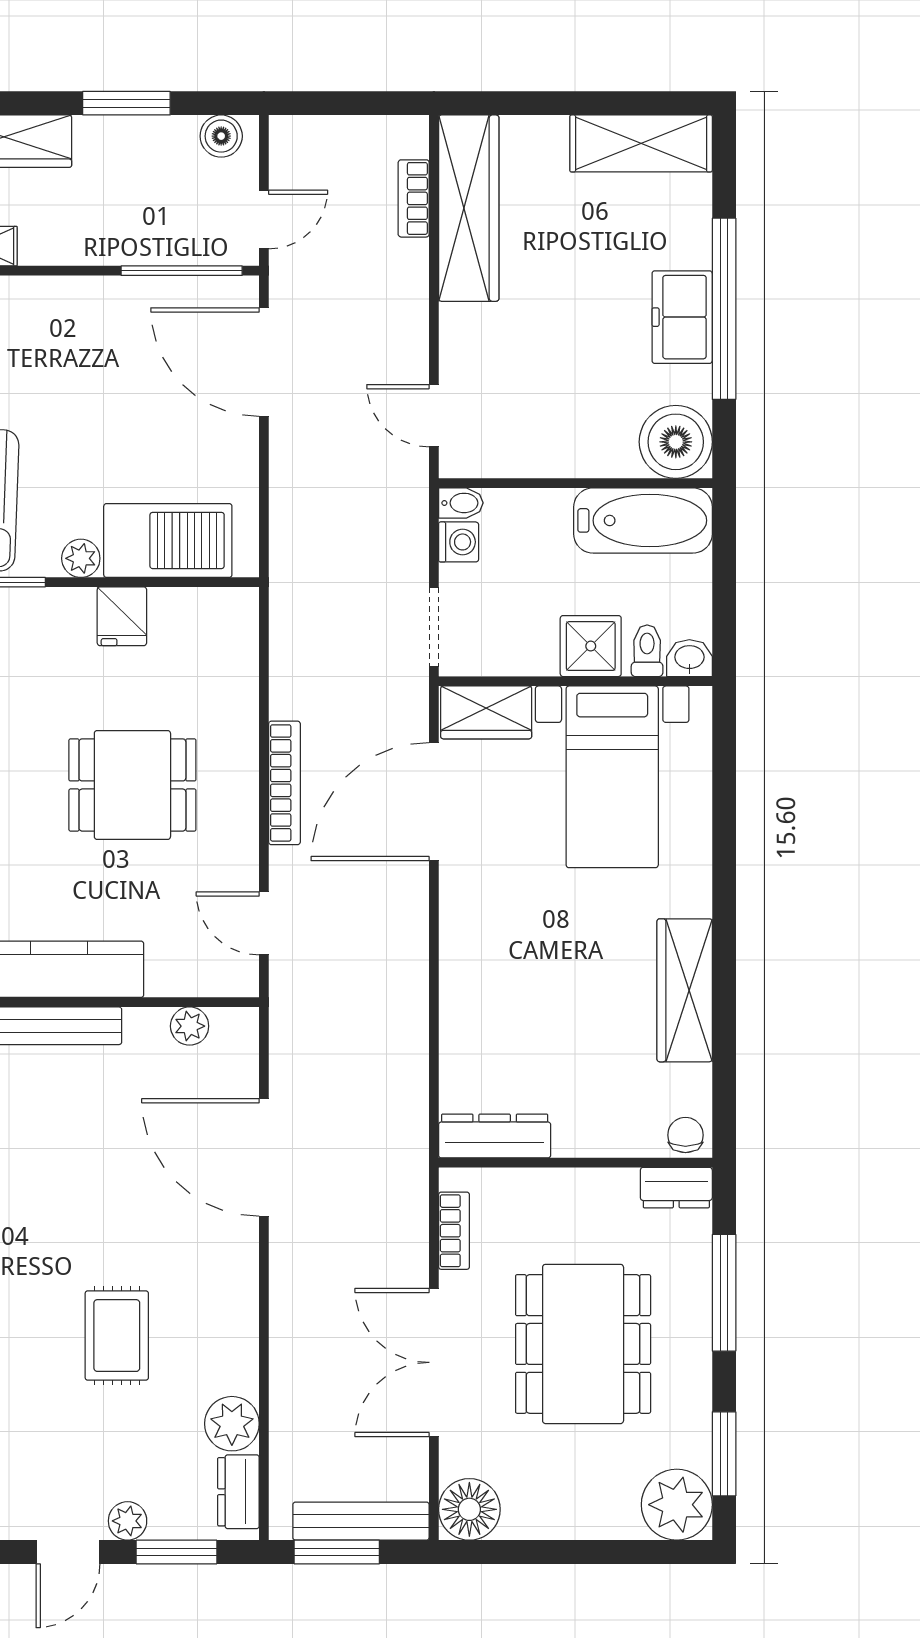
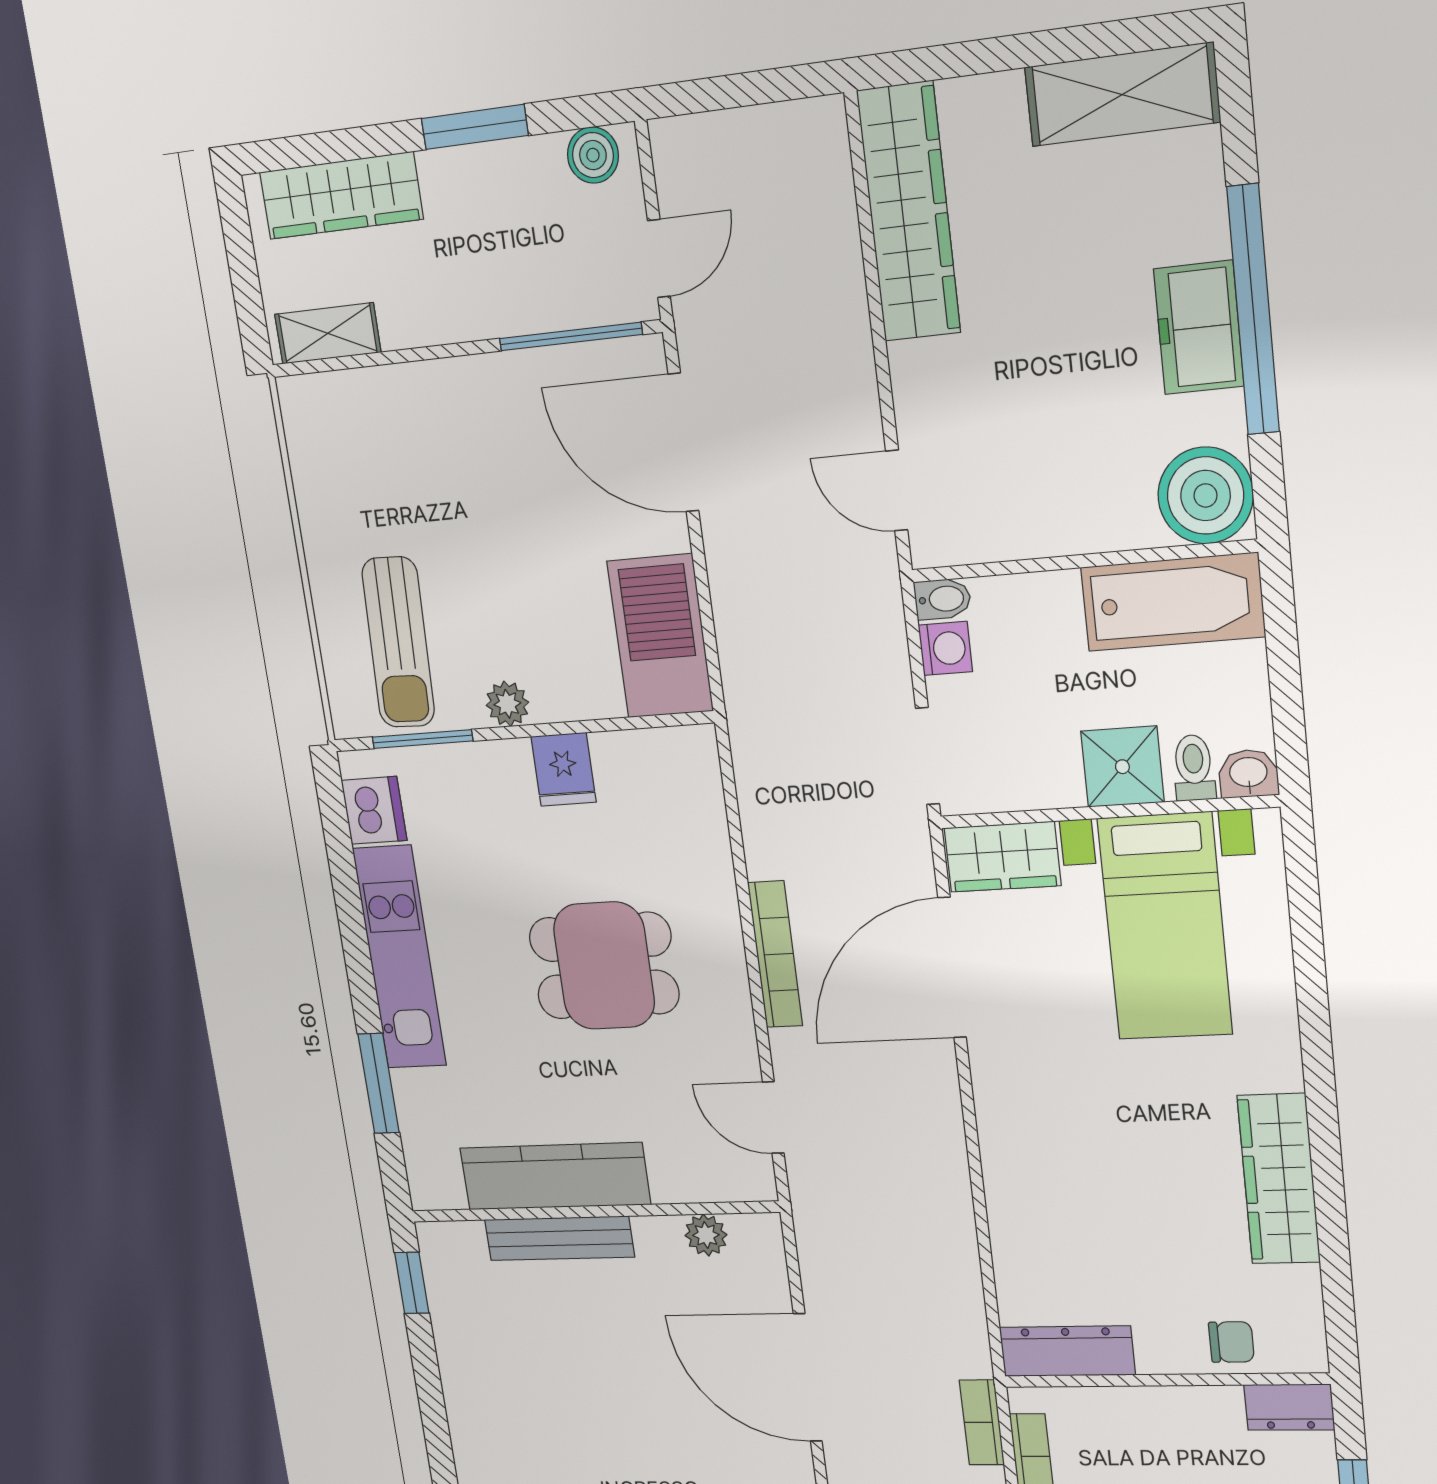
bookcase: (414, 198) -> (982, 1422), moved
barbecue: (168, 540) -> (660, 636), moved, turned -90
chair: (685, 1135) -> (1231, 1342), moved, turned 90

